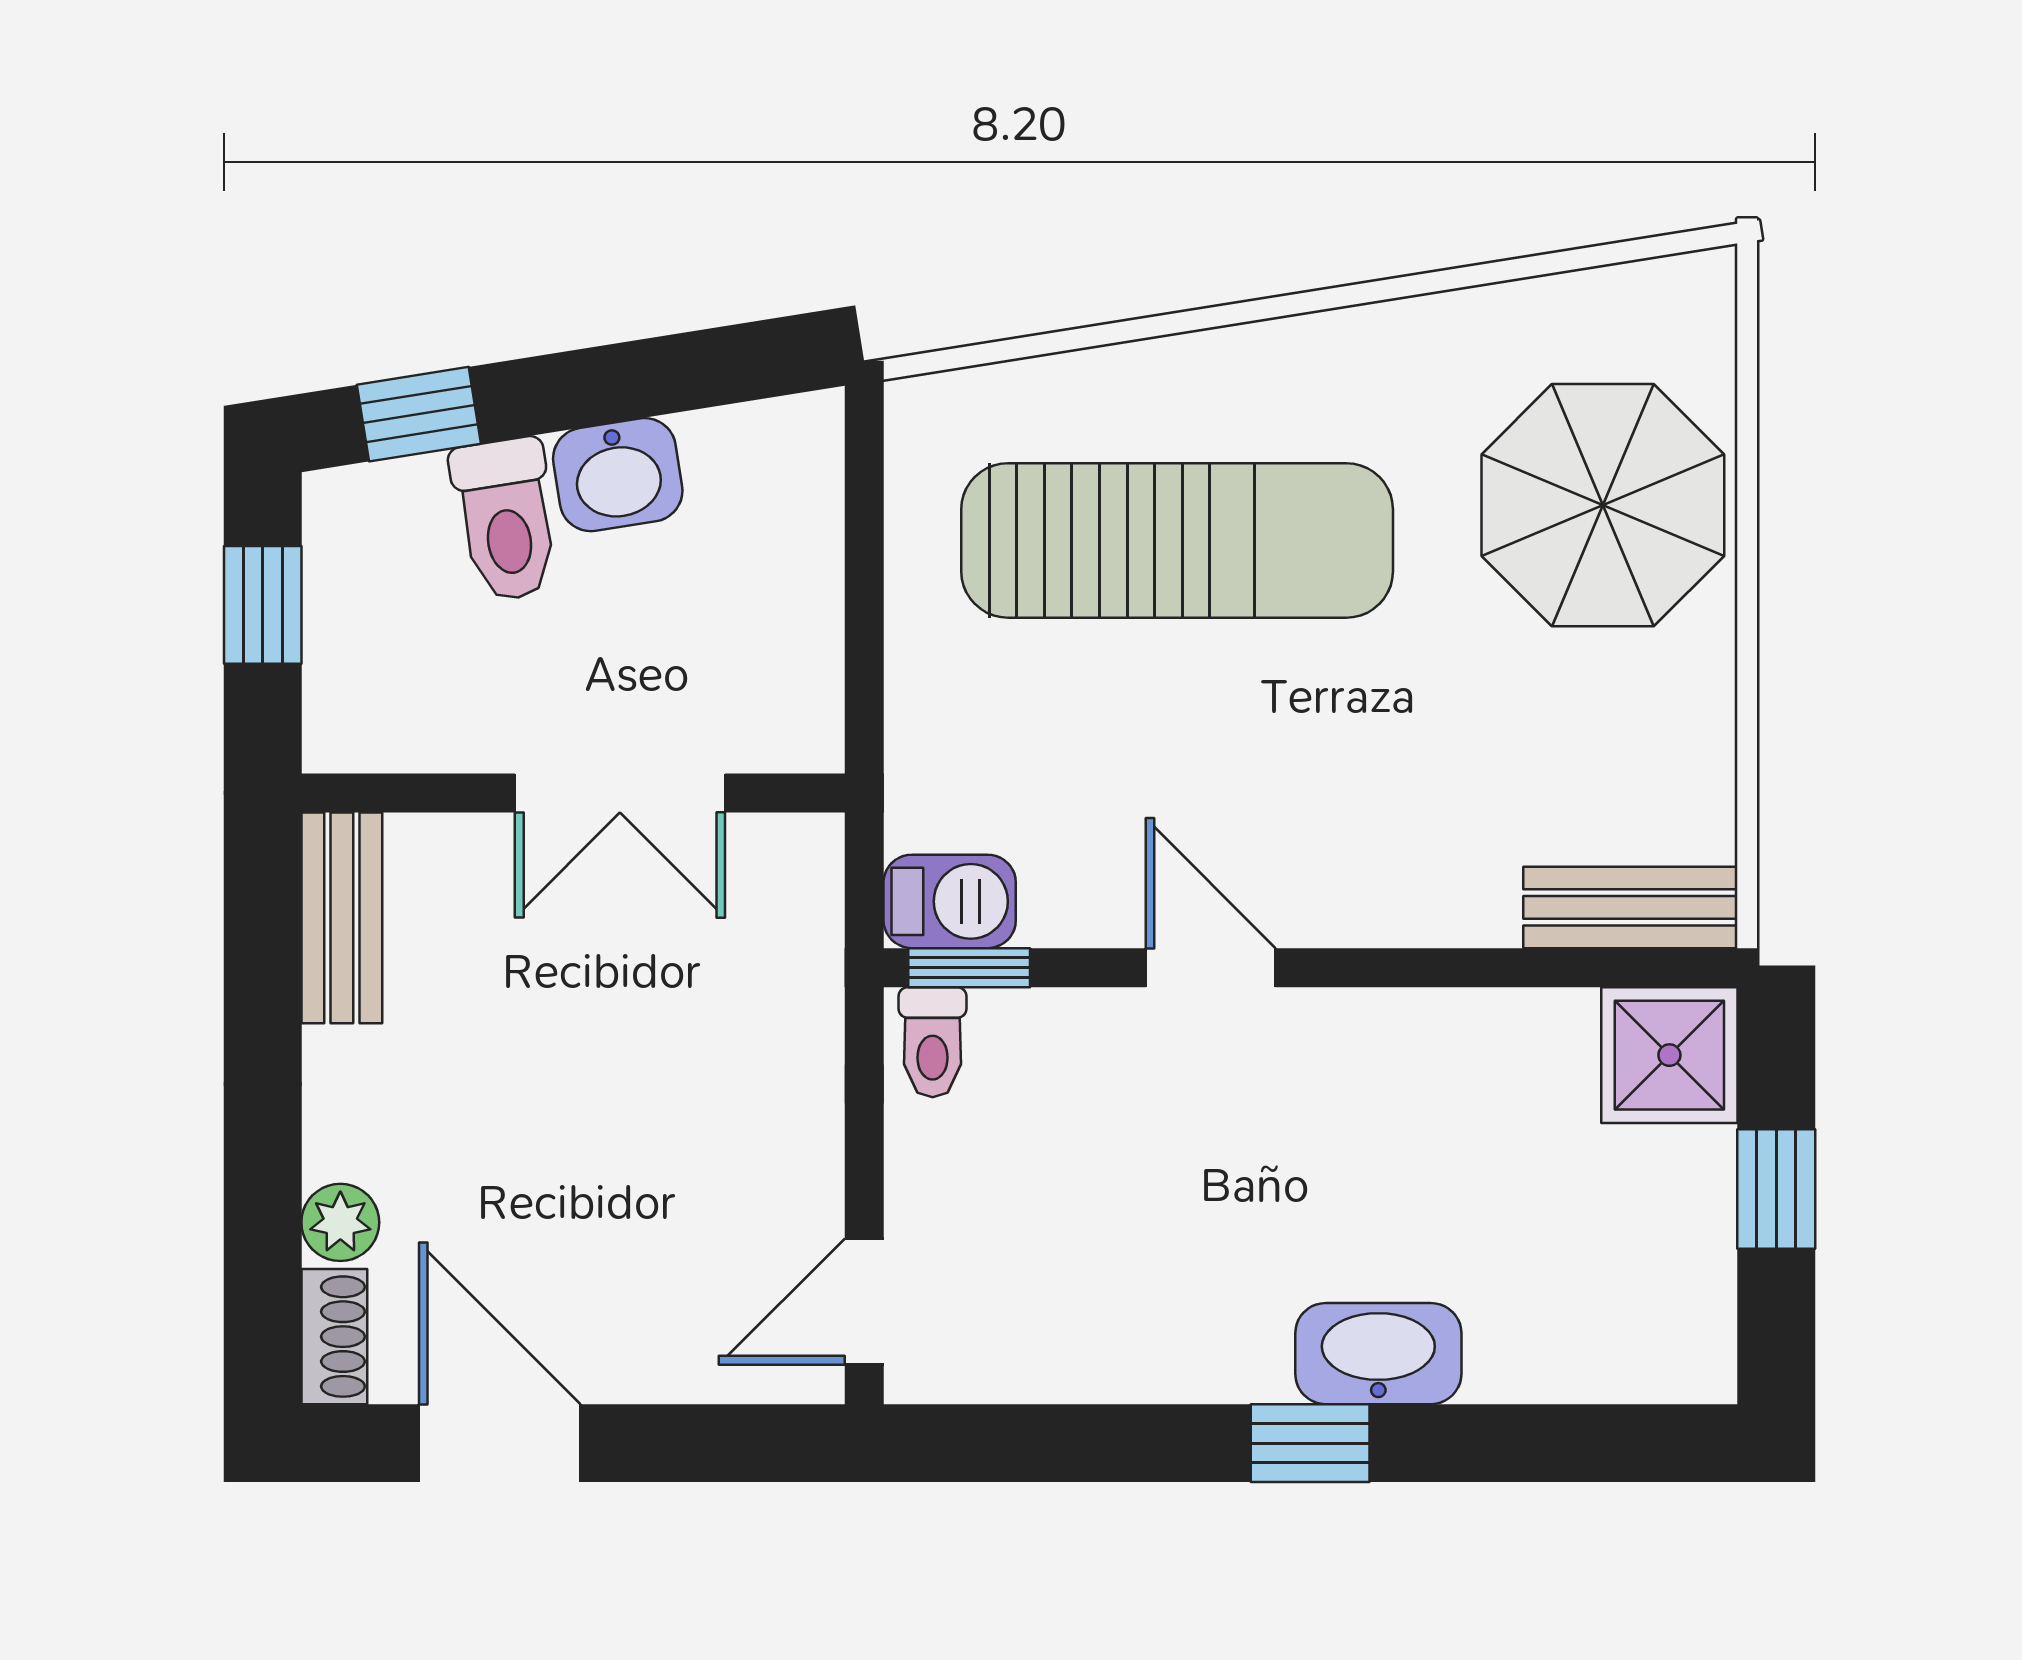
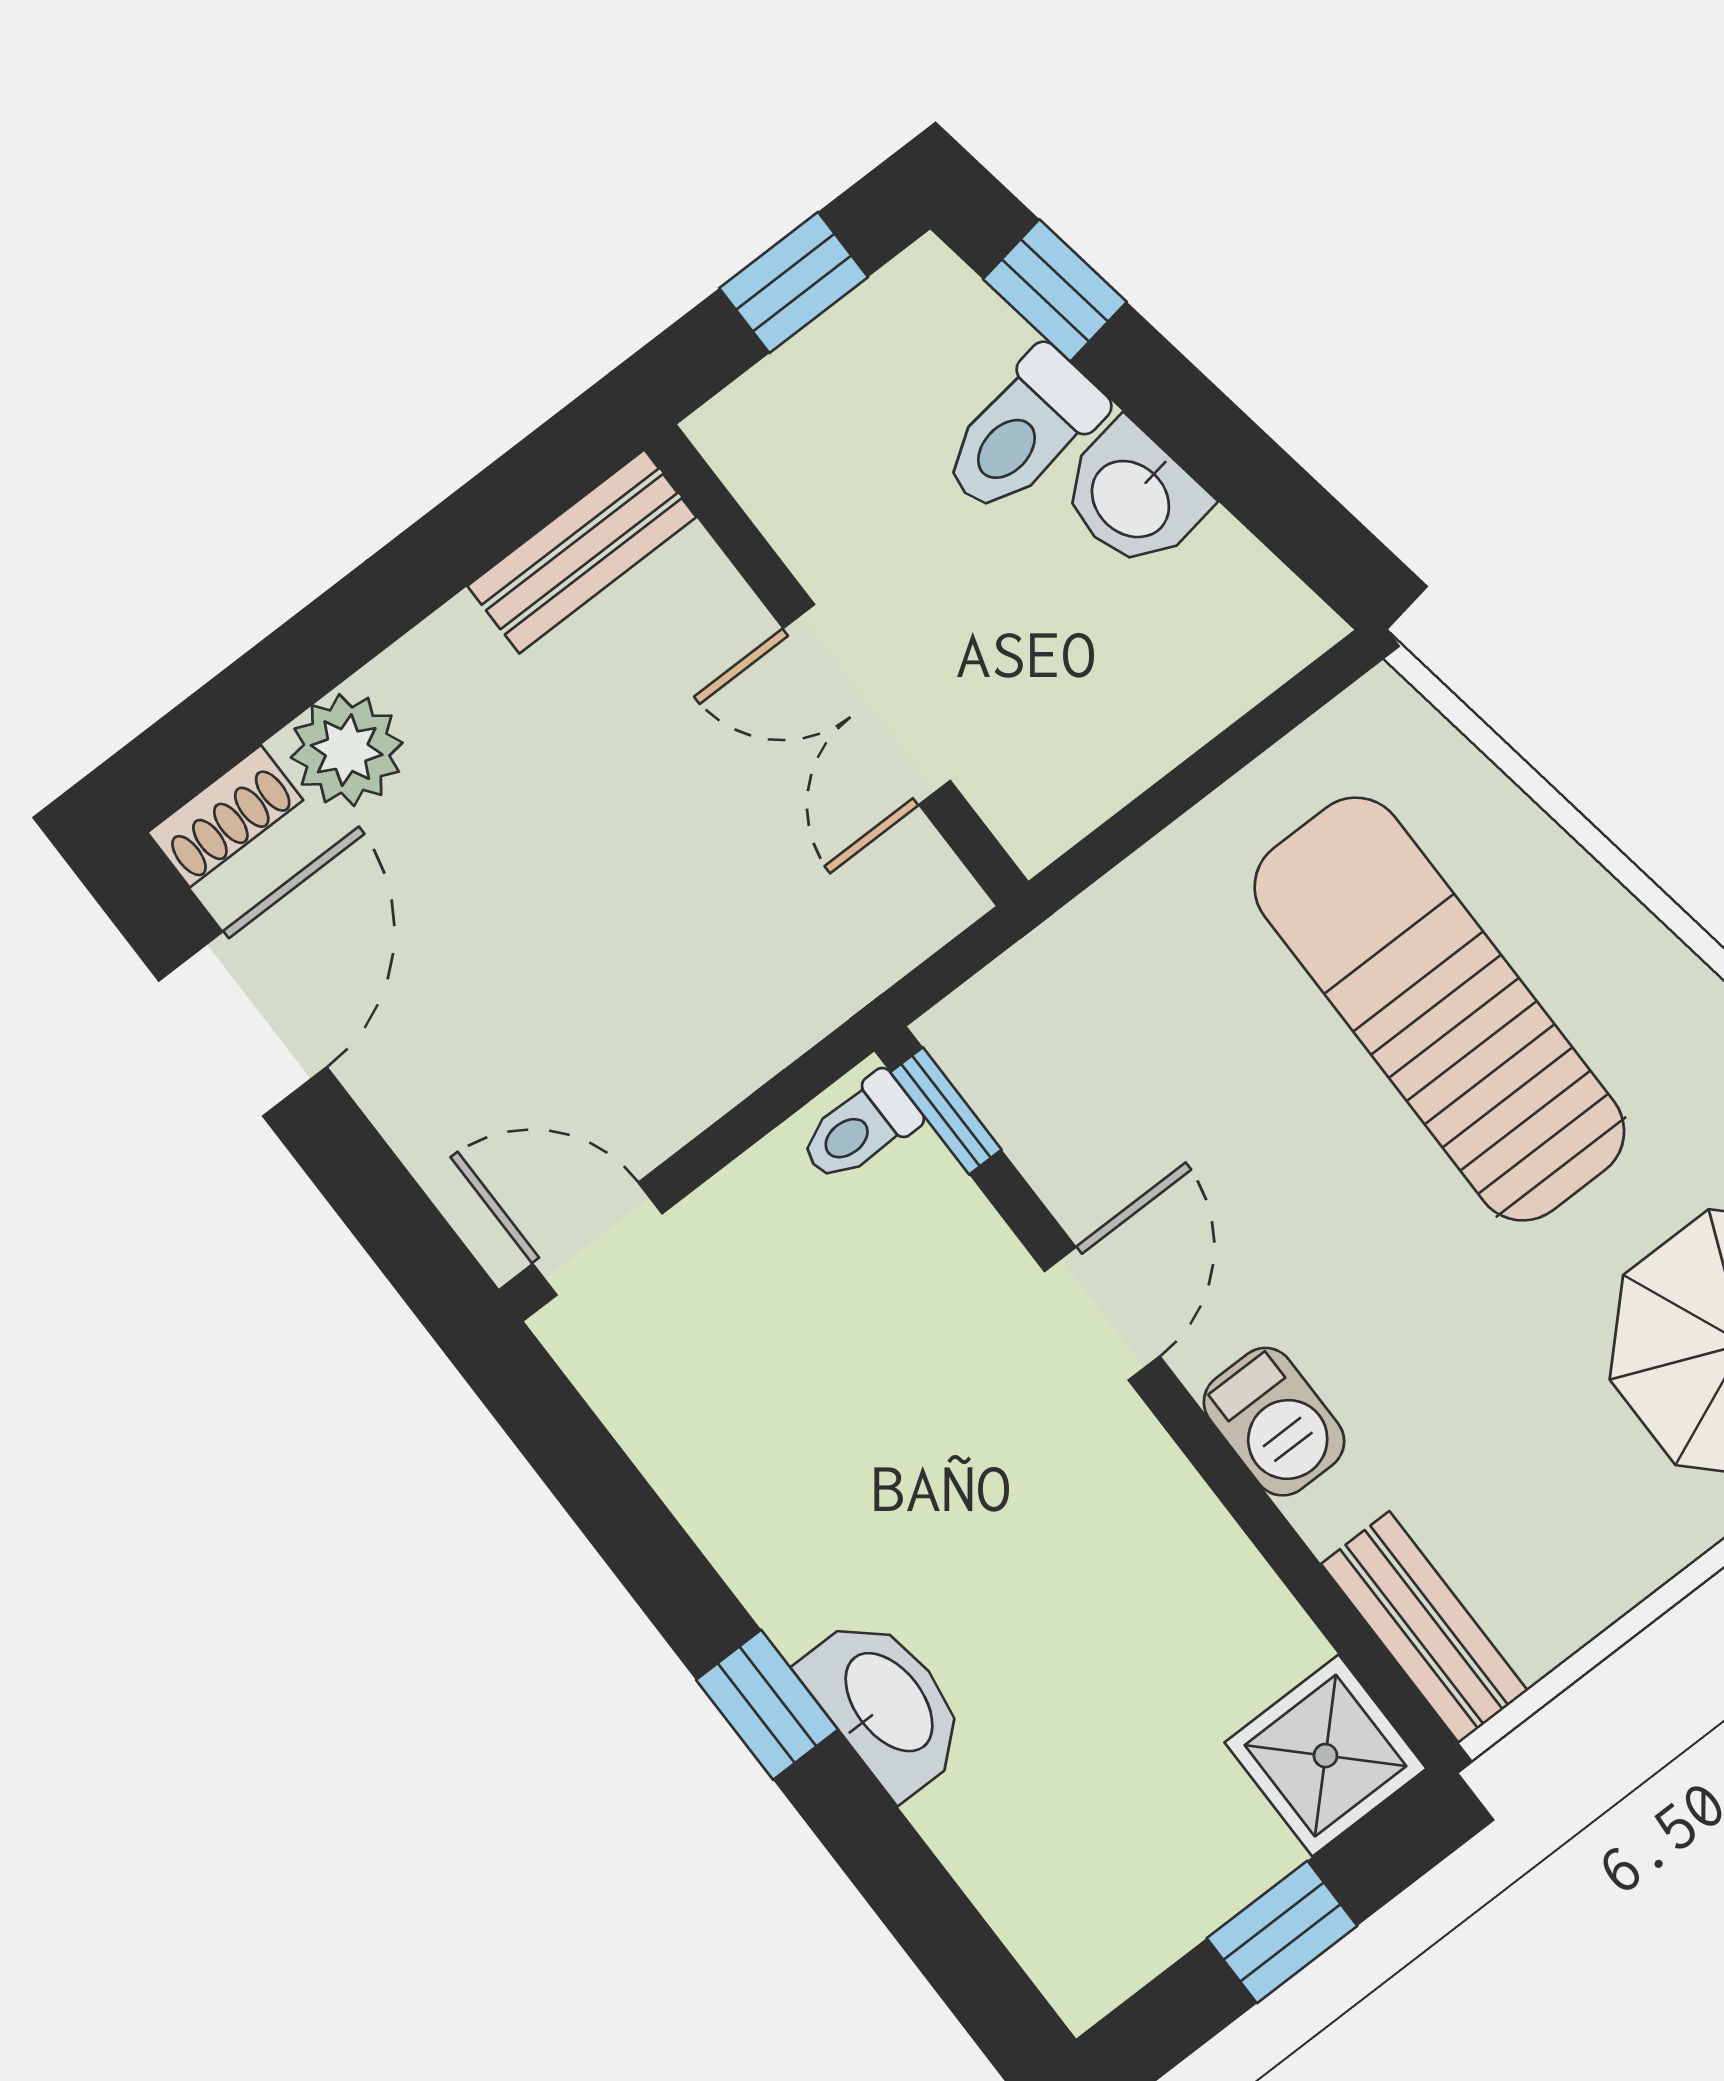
sun lounger: (1177, 540) -> (1439, 1009), turned 180
barbecue: (950, 901) -> (1274, 1422), moved
plant: (340, 1222) -> (347, 750), width x1.38, depth x1.38

